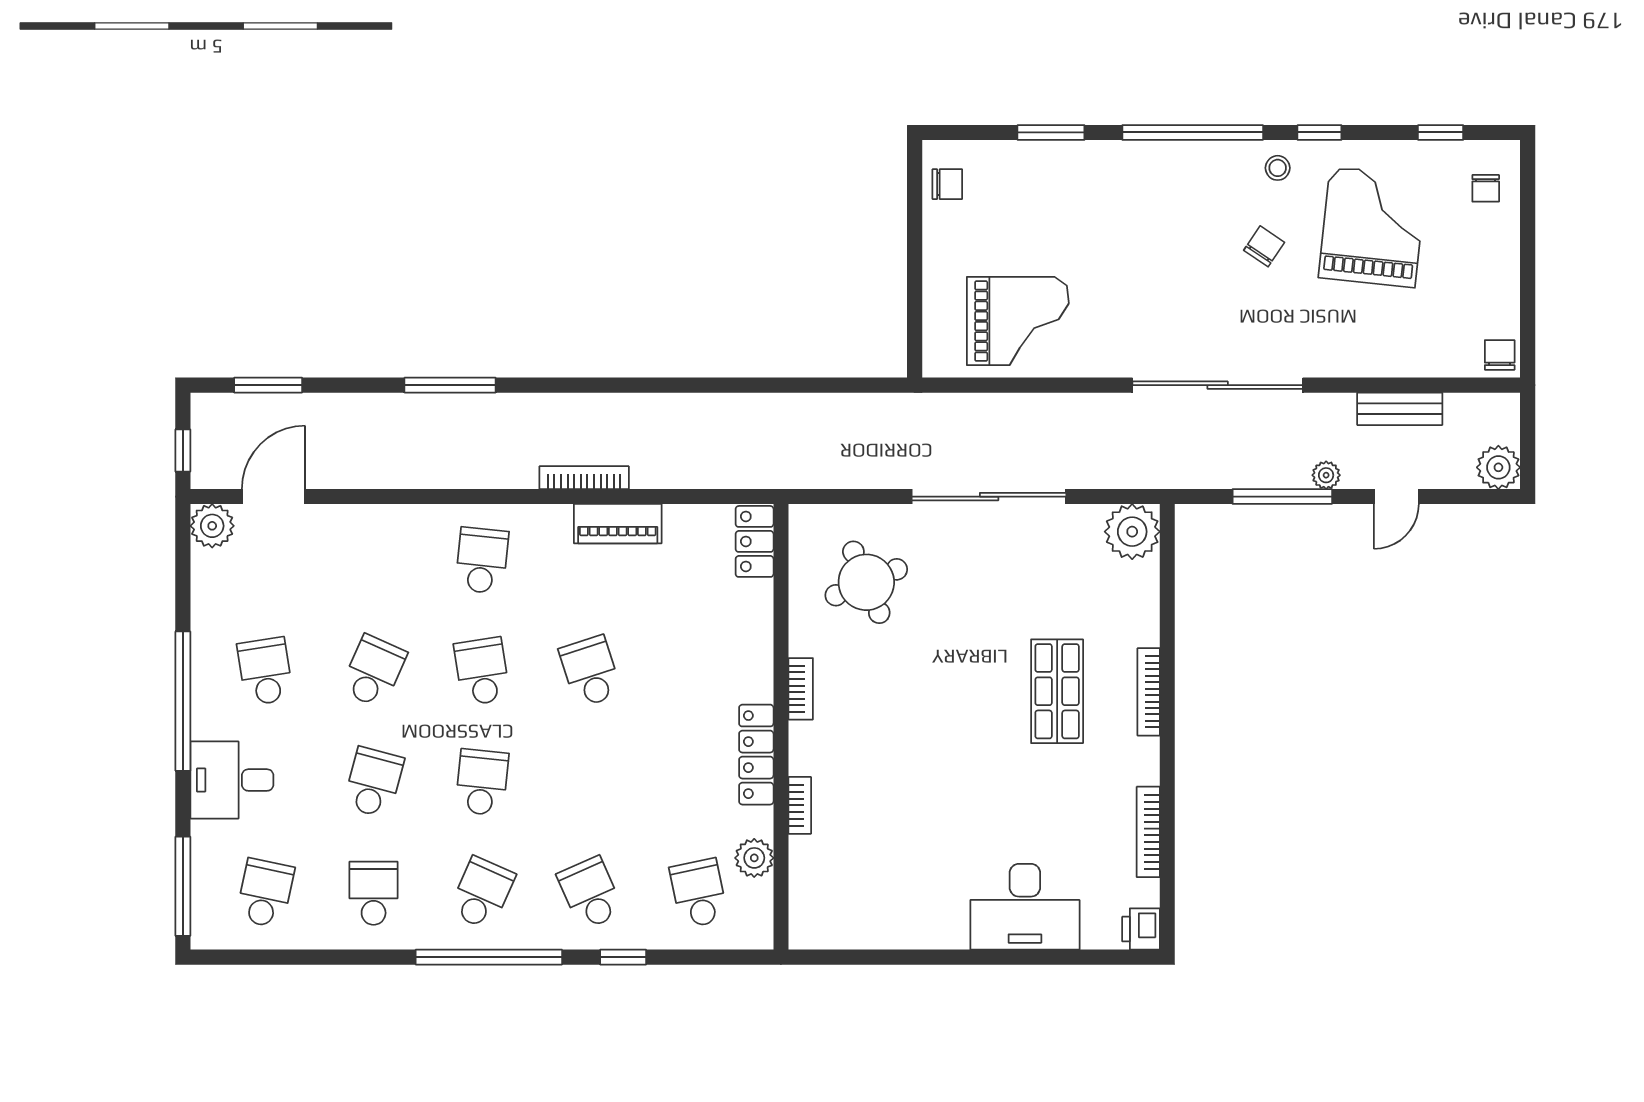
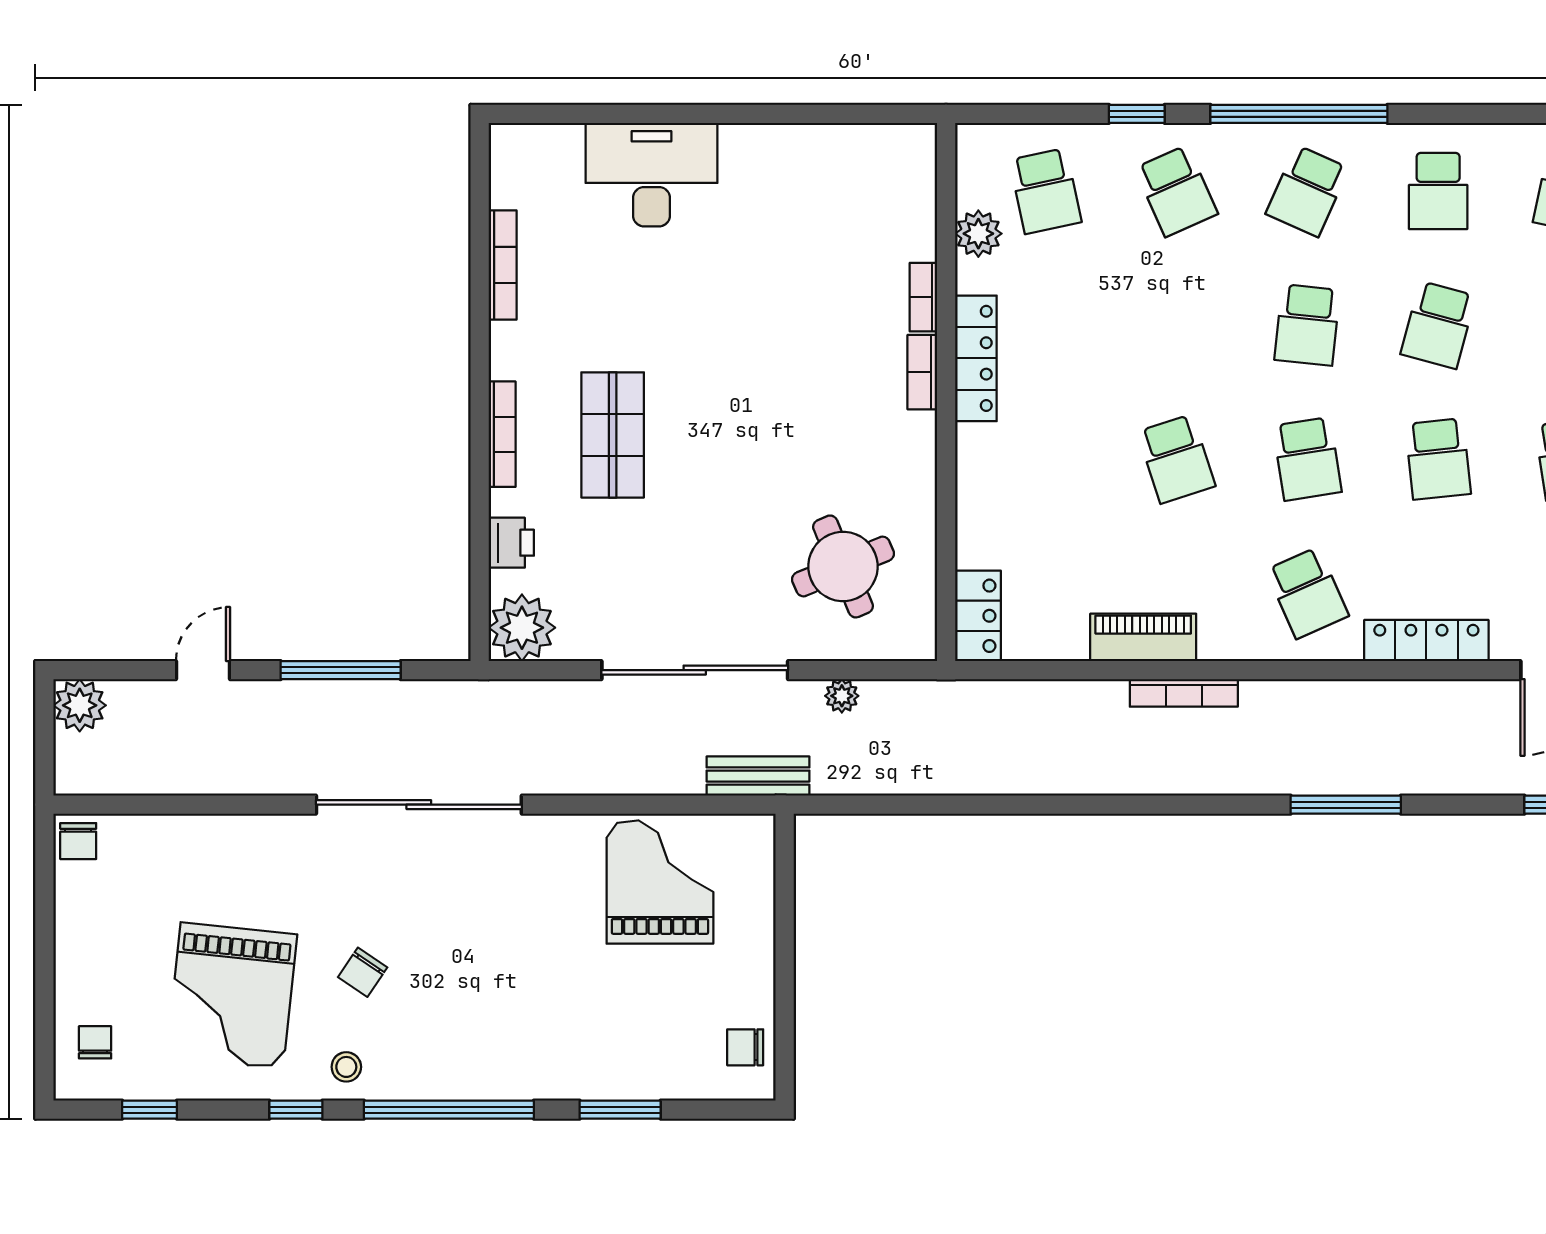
grand piano: (1018, 321) -> (660, 882), turned 90
bench: (1400, 409) -> (758, 776), moved
plant: (1326, 475) -> (842, 696), moved
locker: (383, 521) -> (1426, 640), added
school desk: (482, 560) -> (1307, 593), turned -30
school desk: (374, 671) -> (1438, 459), turned -30
bookcase: (801, 689) -> (922, 372), moved
printer: (1141, 929) -> (511, 543), moved

